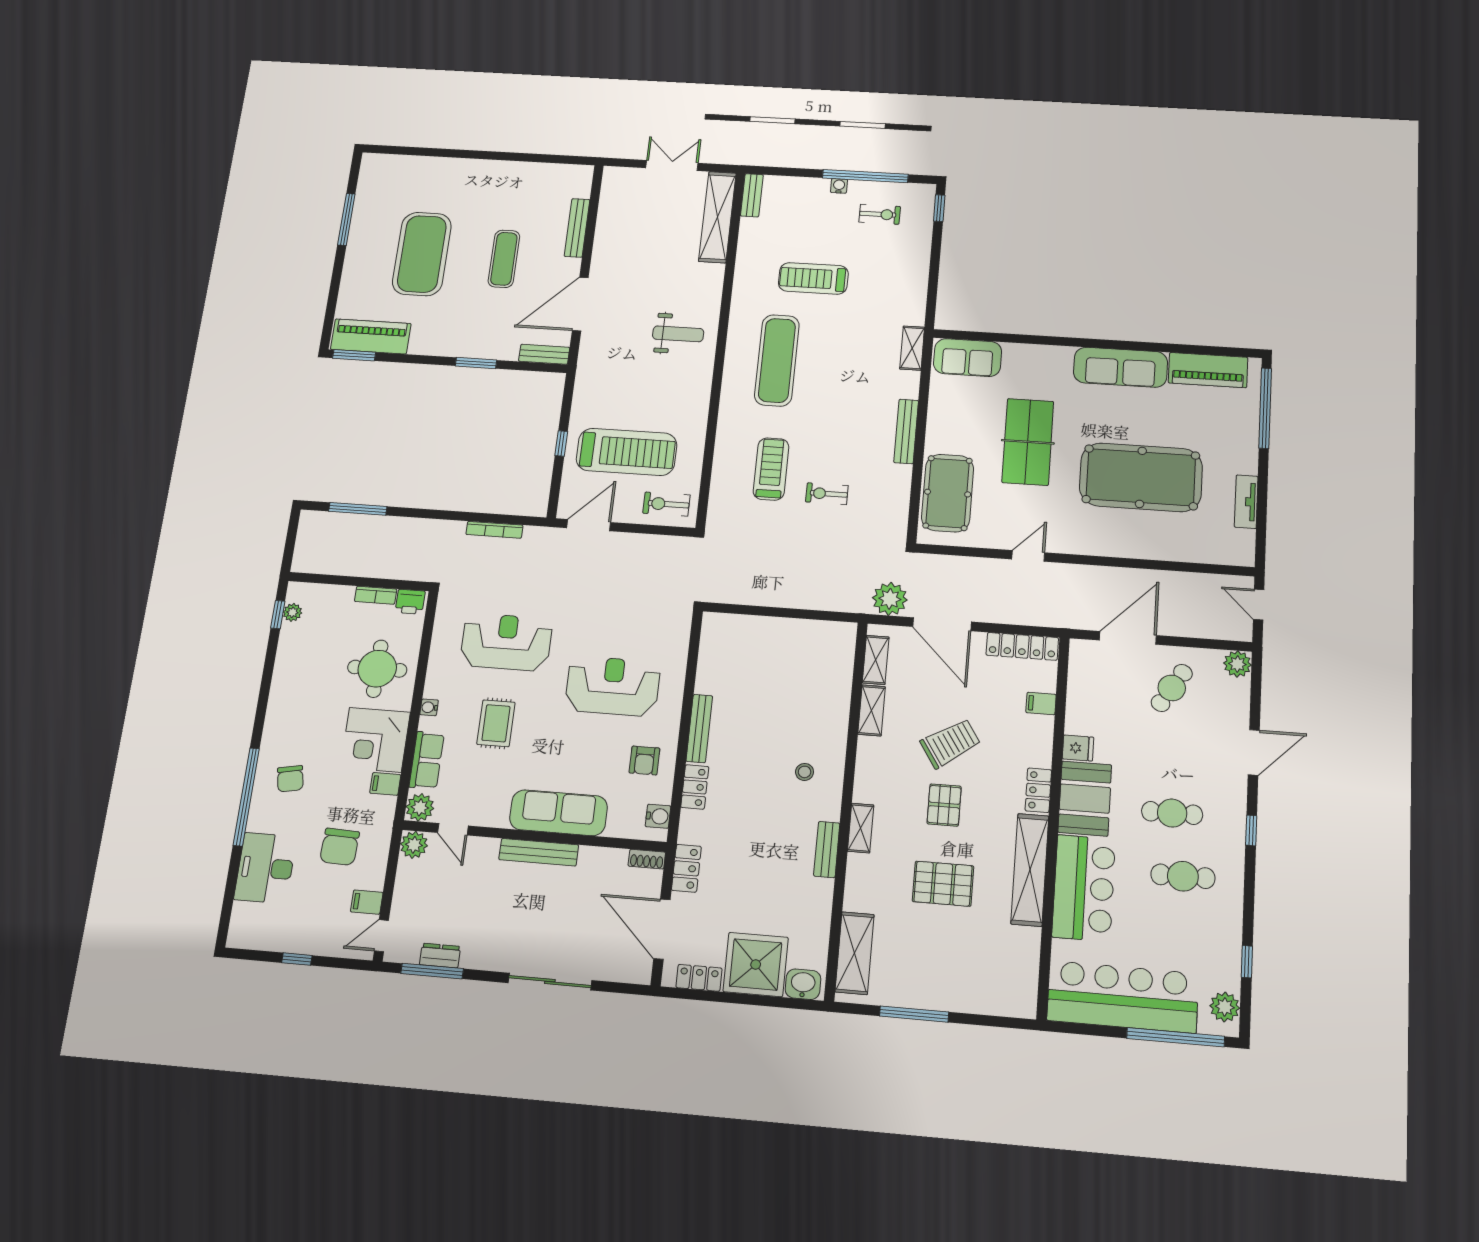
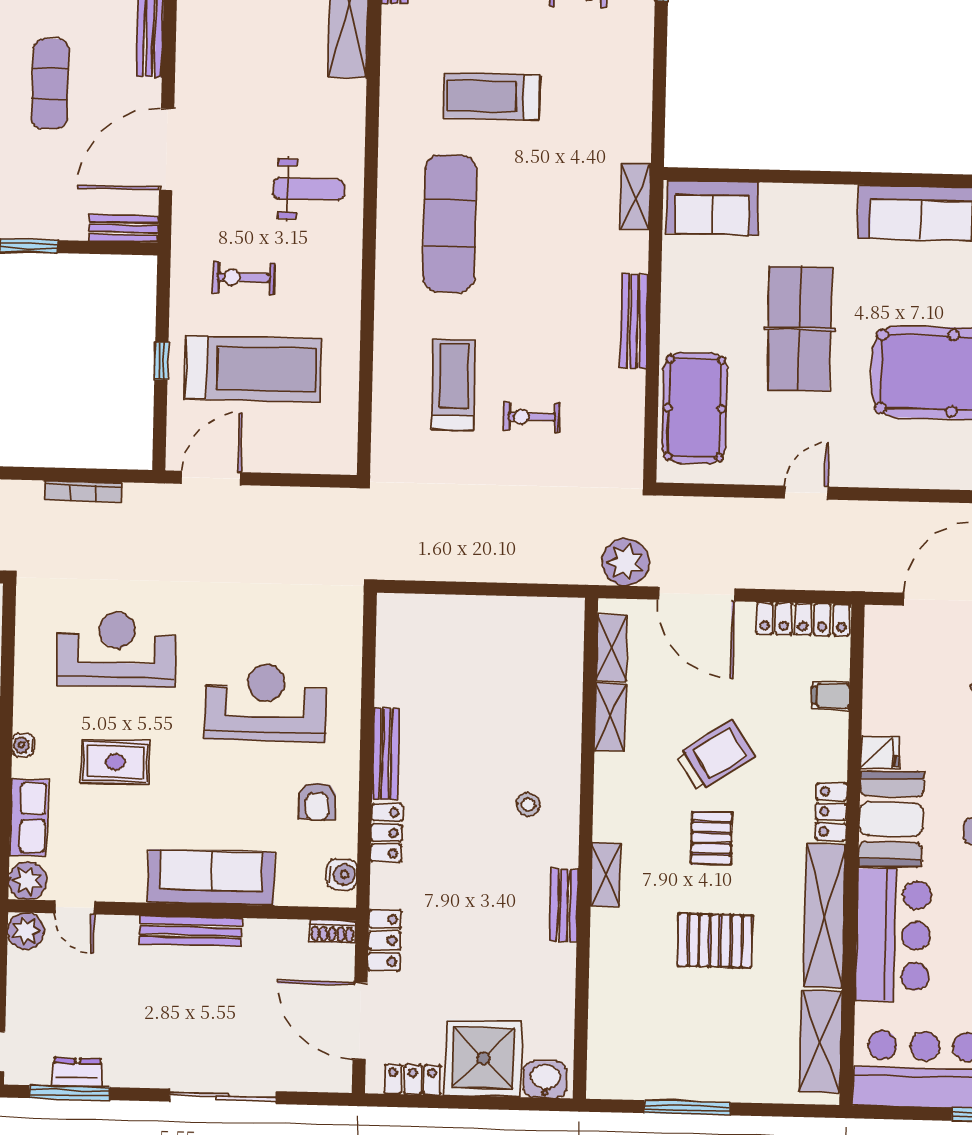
exercise bike: (666, 504) -> (244, 278), moved
rug: (496, 723) -> (115, 762), turned 90
shelving: (855, 953) -> (821, 1041), moved

